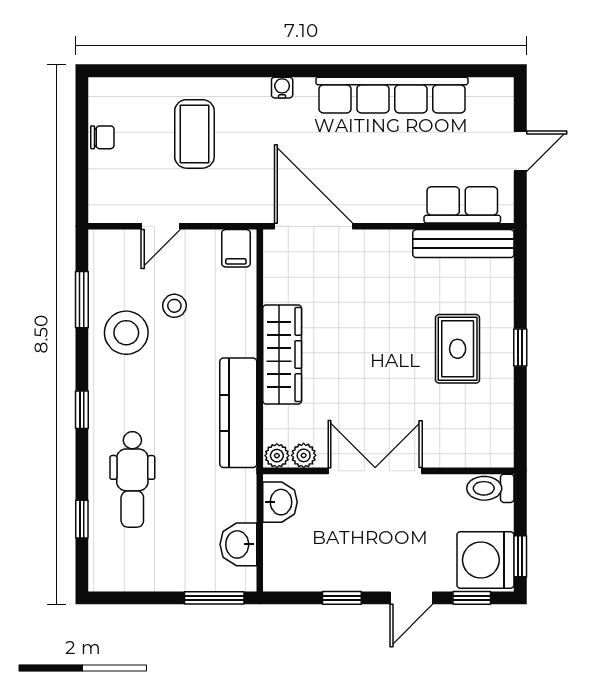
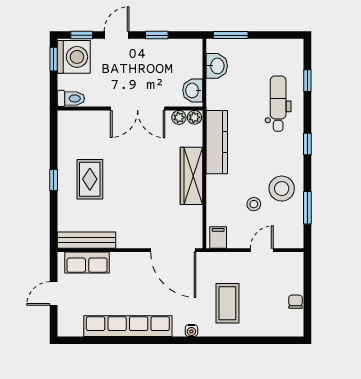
coffee table: (194, 134) -> (227, 303), moved
chair: (102, 137) -> (296, 302), turned 90

